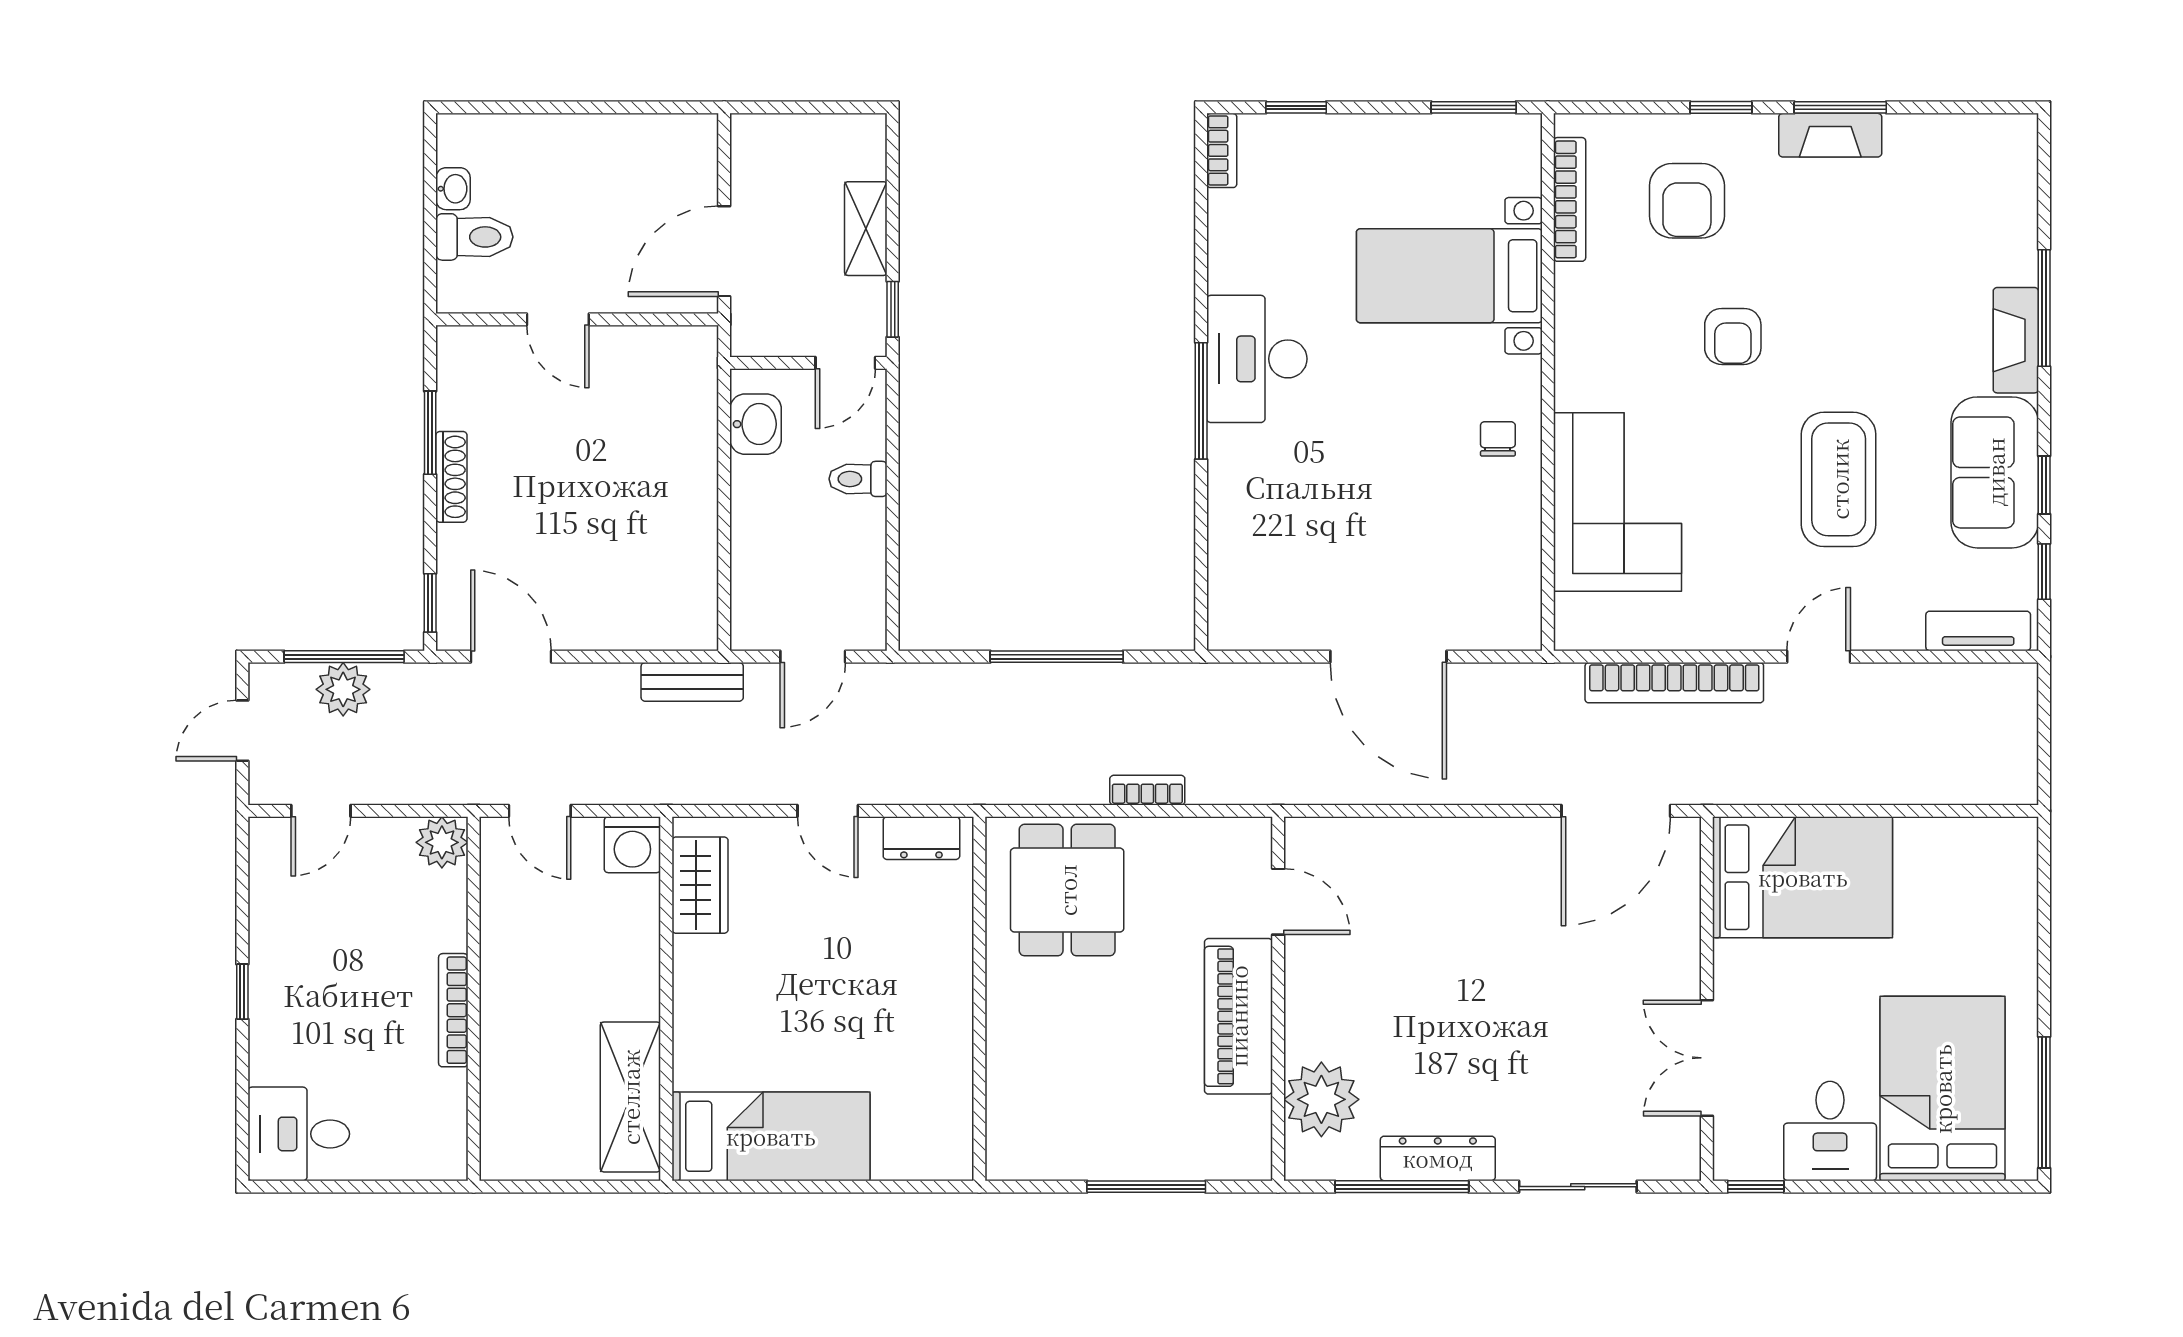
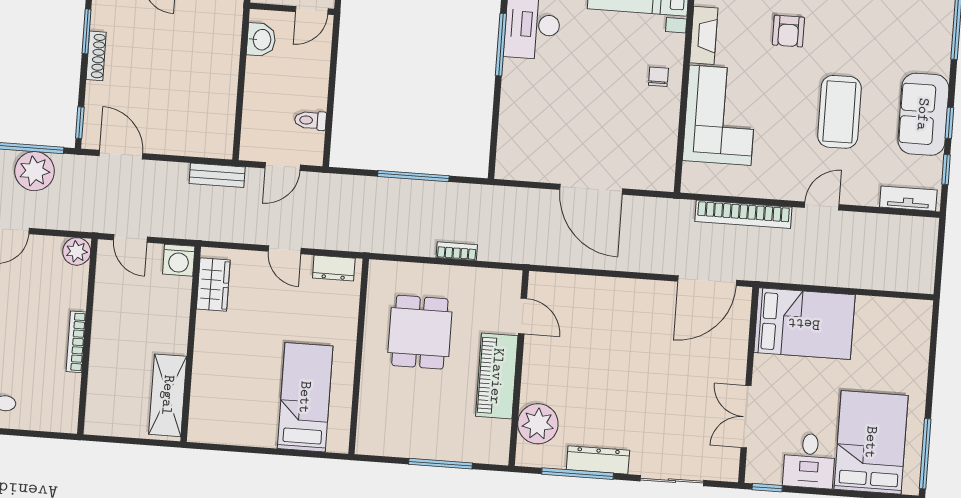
fireplace: (2016, 340) -> (704, 35), moved, turned 180
toilet: (858, 479) -> (310, 120), moved
plant: (343, 689) -> (35, 171), width x1.36, depth x1.36
dining table: (1067, 890) -> (420, 332), moved
bed: (771, 1136) -> (305, 397), moved, turned -90

